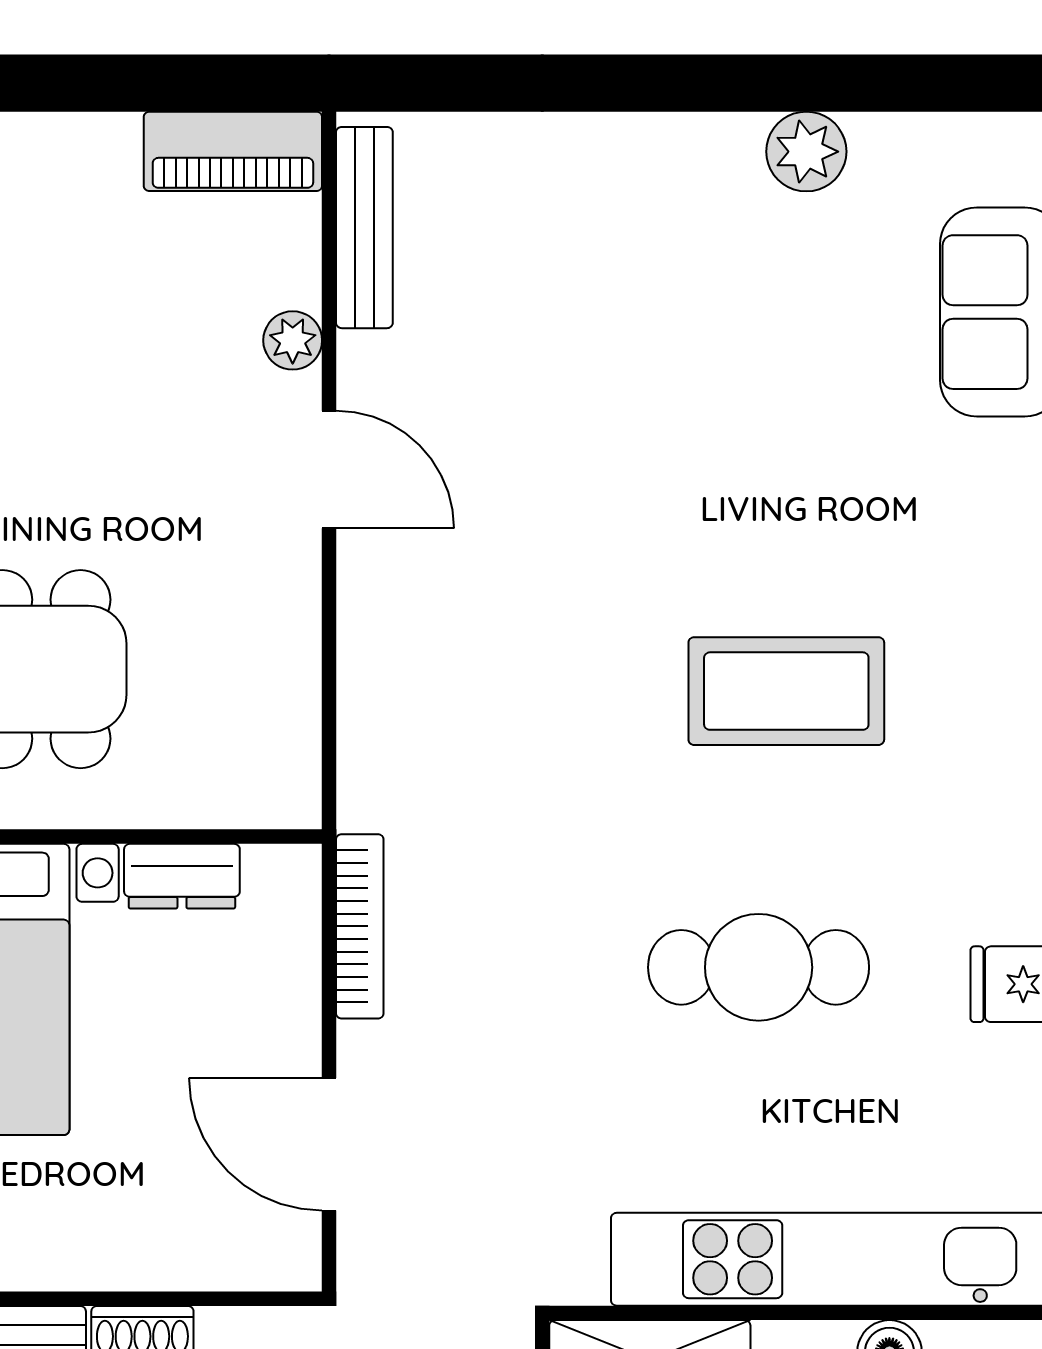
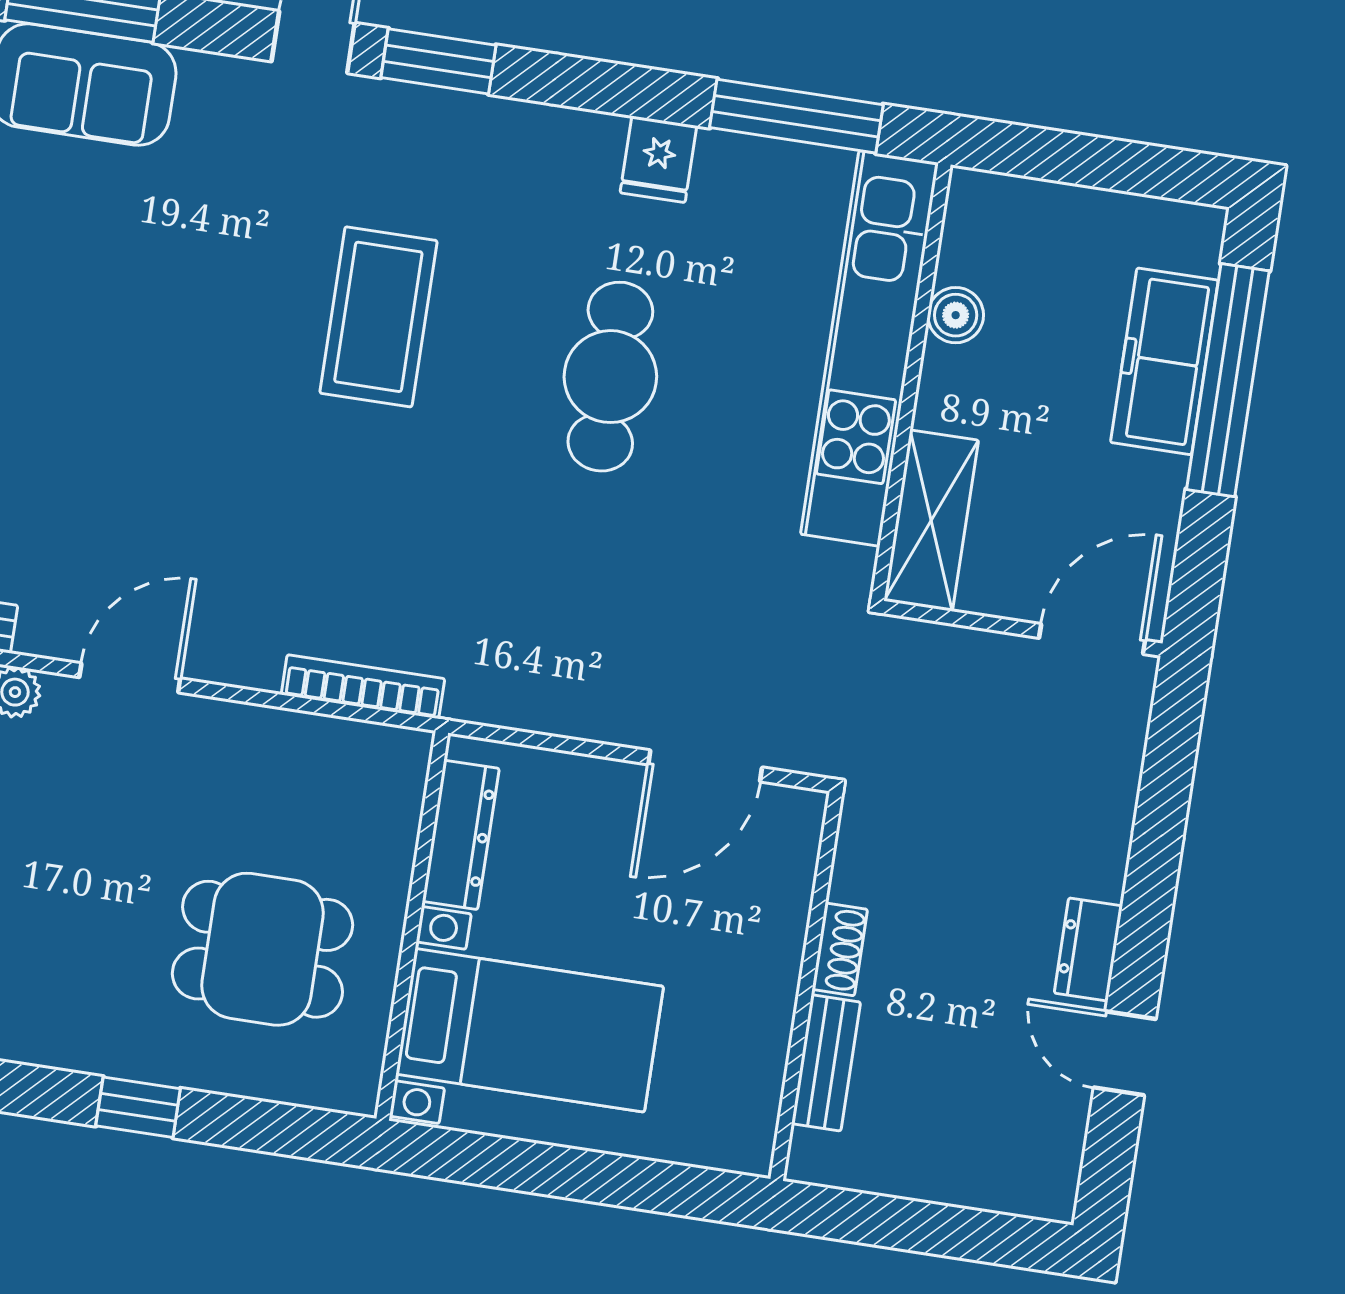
dresser: (182, 876) -> (461, 835), width x1.44
bookcase: (360, 926) -> (363, 687), moved

